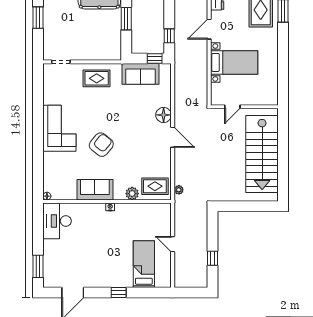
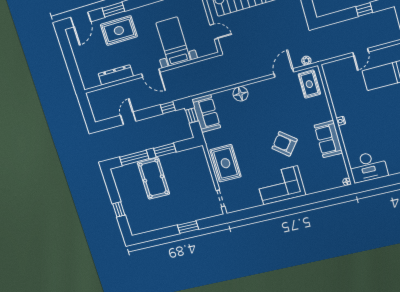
sofa: (140, 74) -> (206, 113), moved
rug: (97, 78) -> (225, 163), width x1.36, depth x1.43
door: (173, 137) -> (284, 73), moved
plant: (132, 194) -> (322, 104), removed

